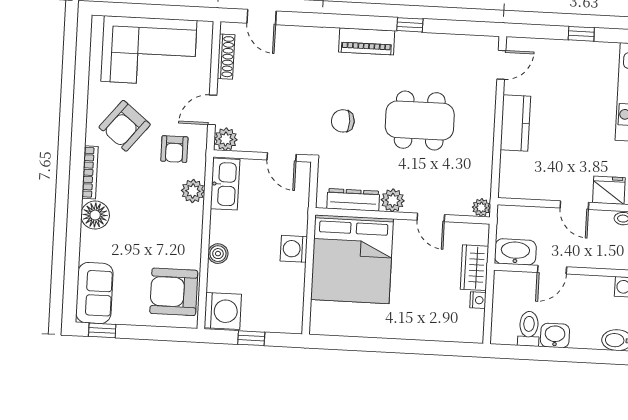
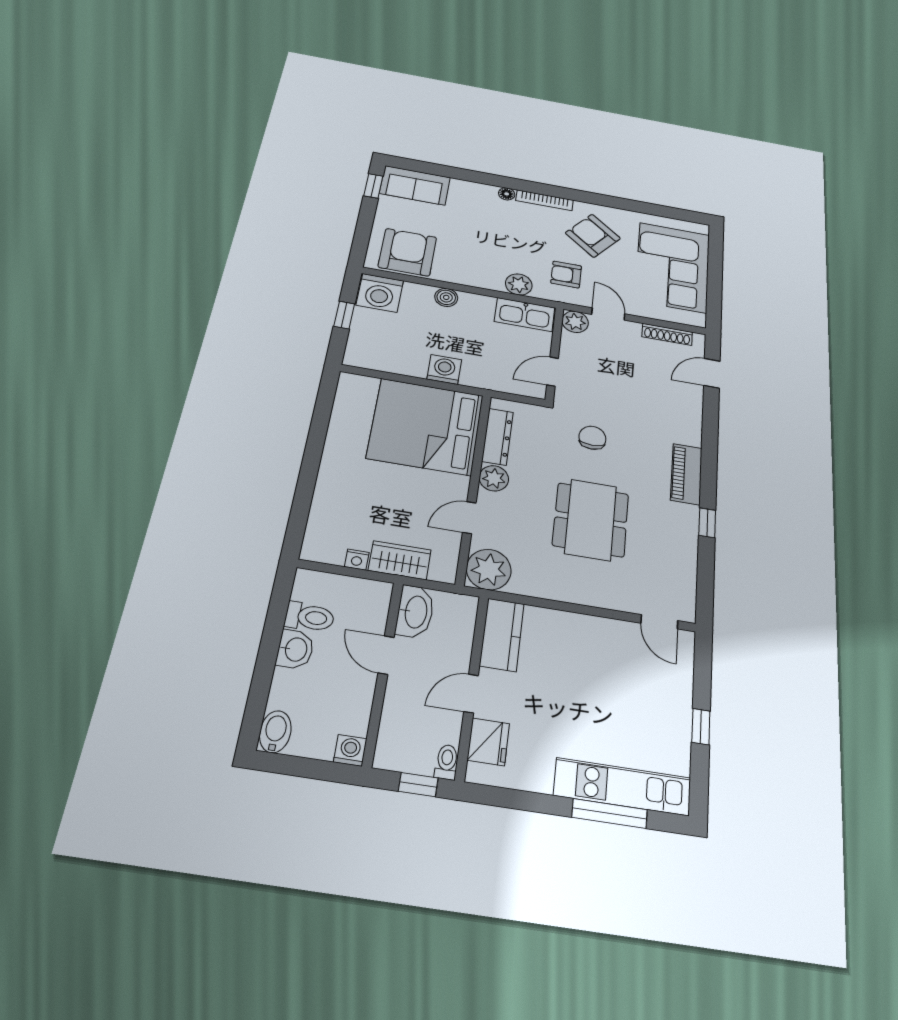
kitchen counter: (515, 123) -> (502, 635), moved, turned -90
plant: (481, 208) -> (489, 570), width x1.87, depth x1.87
floor lamp: (95, 215) -> (507, 194), width x0.53, depth x0.53

